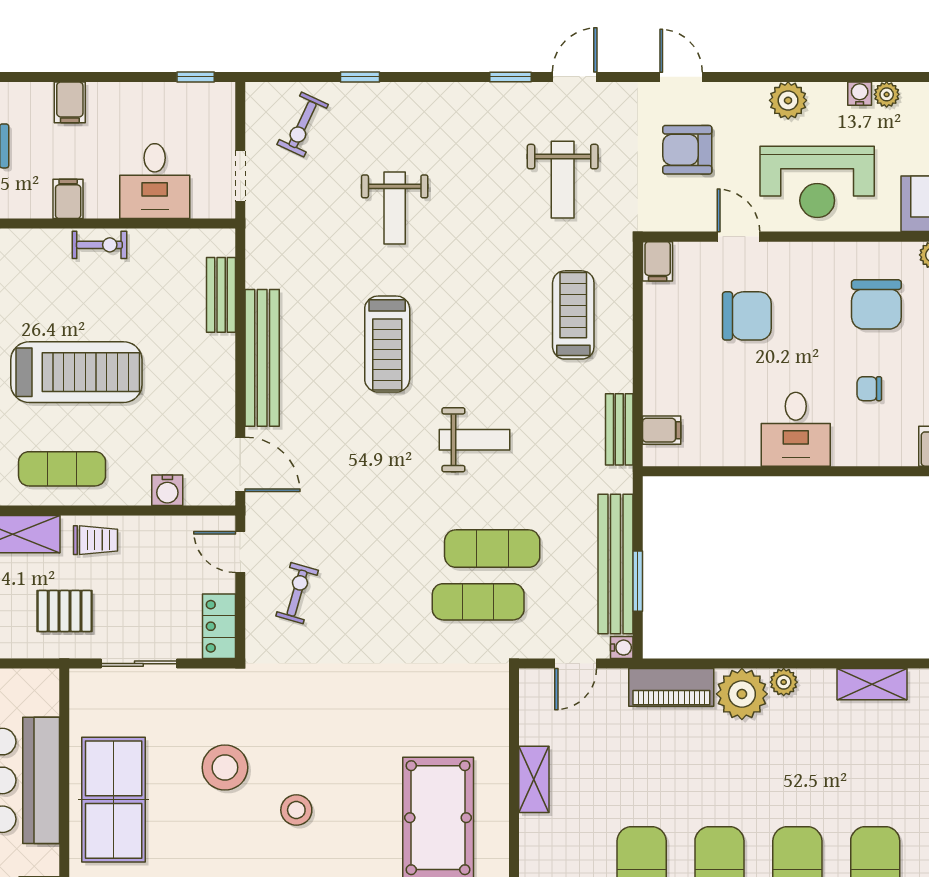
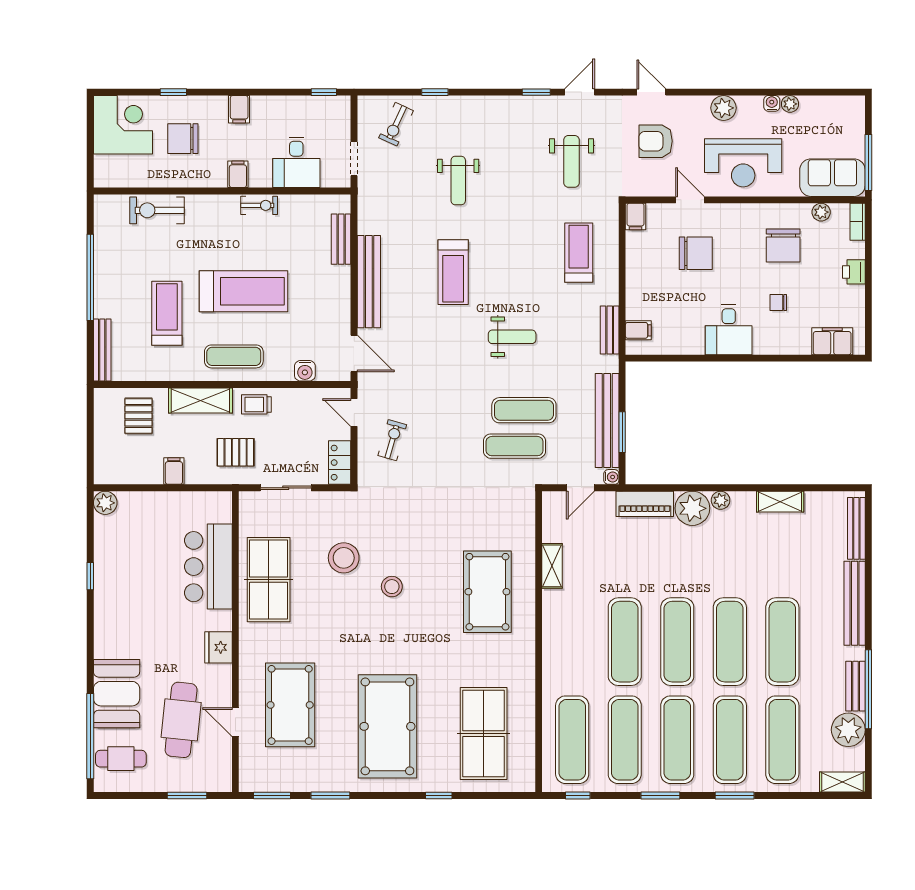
trolley: (95, 540) -> (256, 404), turned 180

